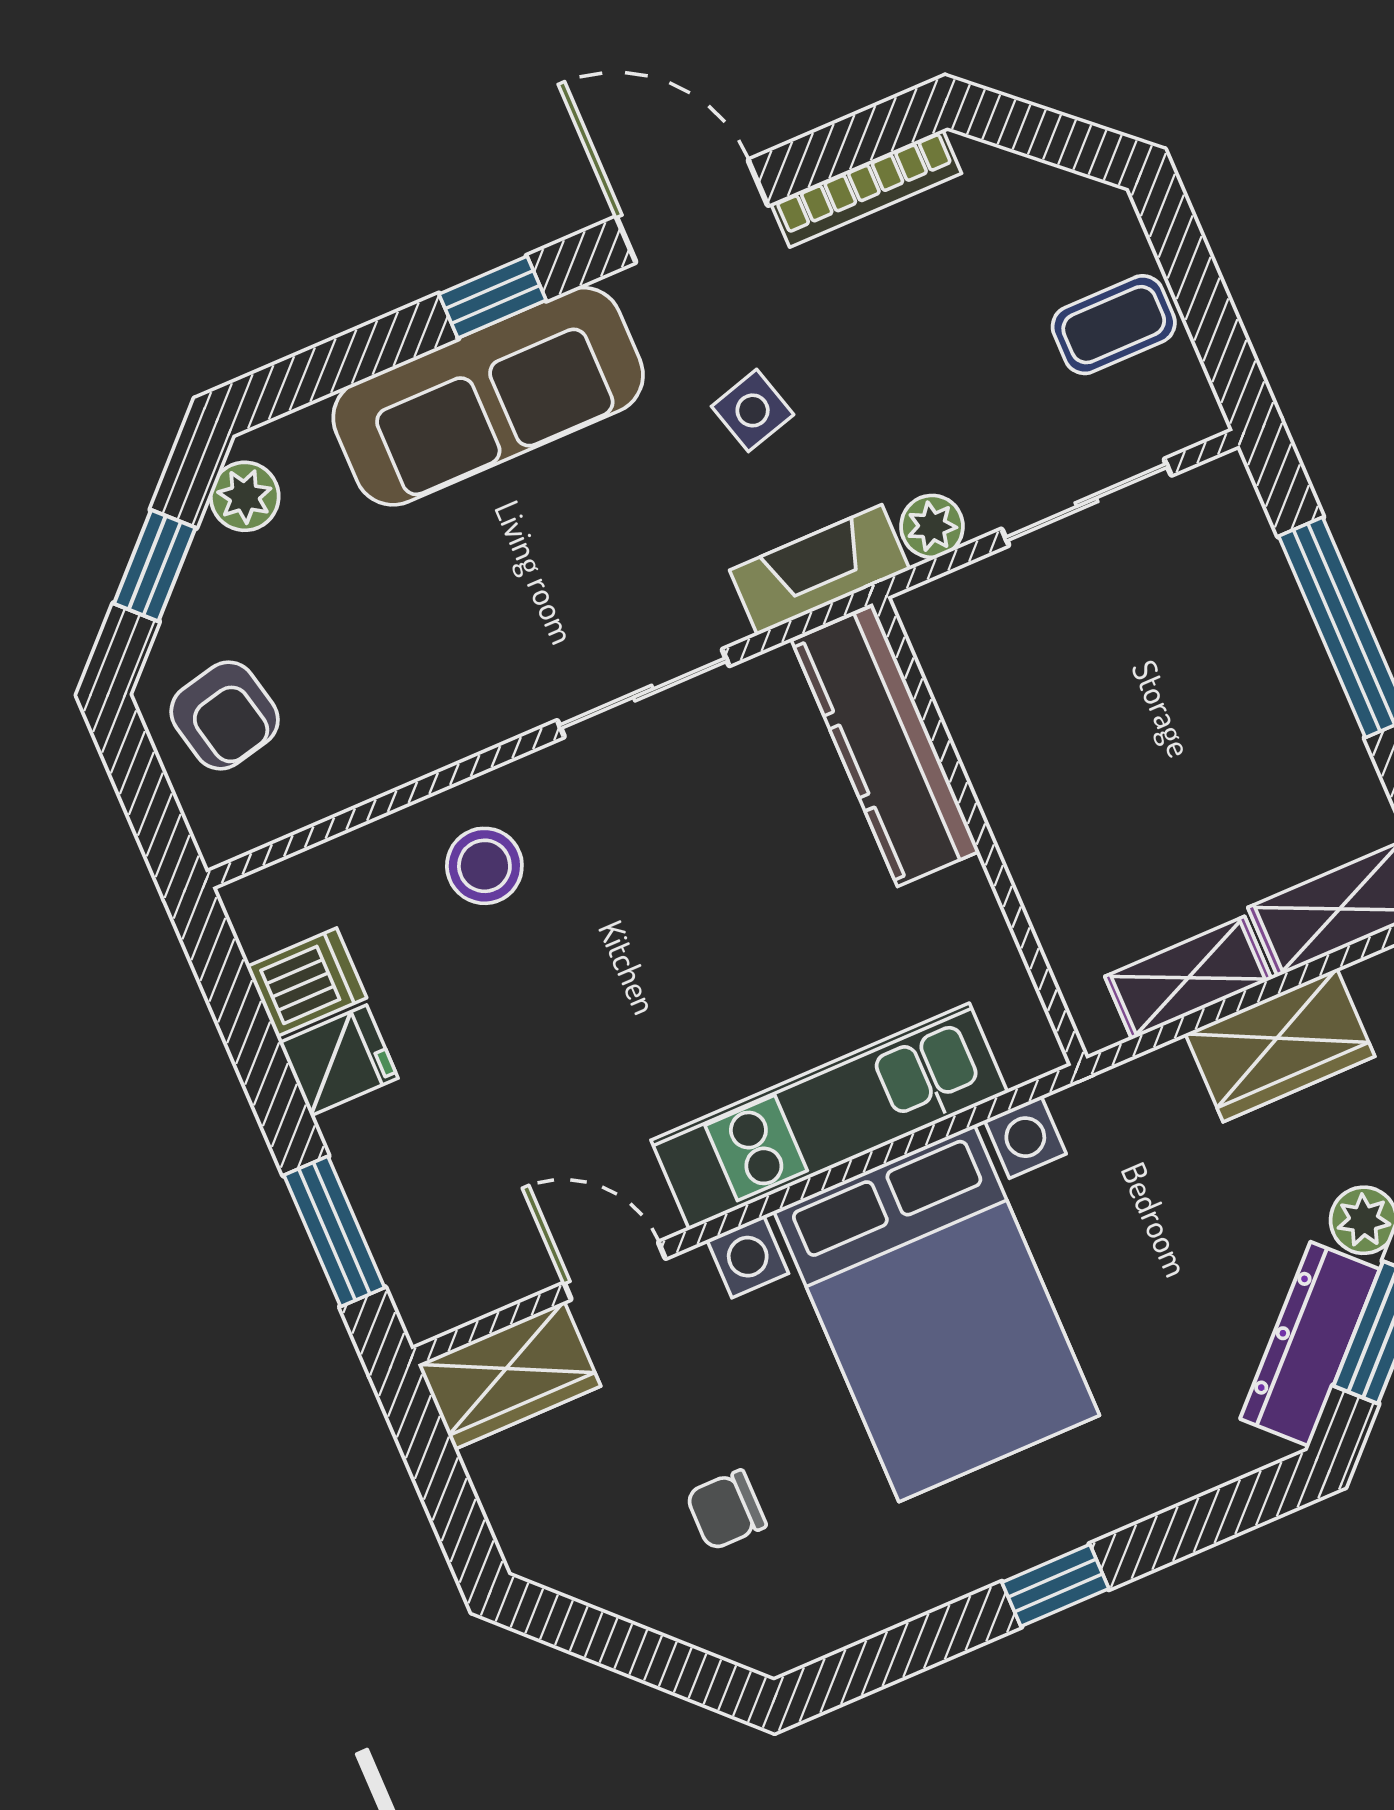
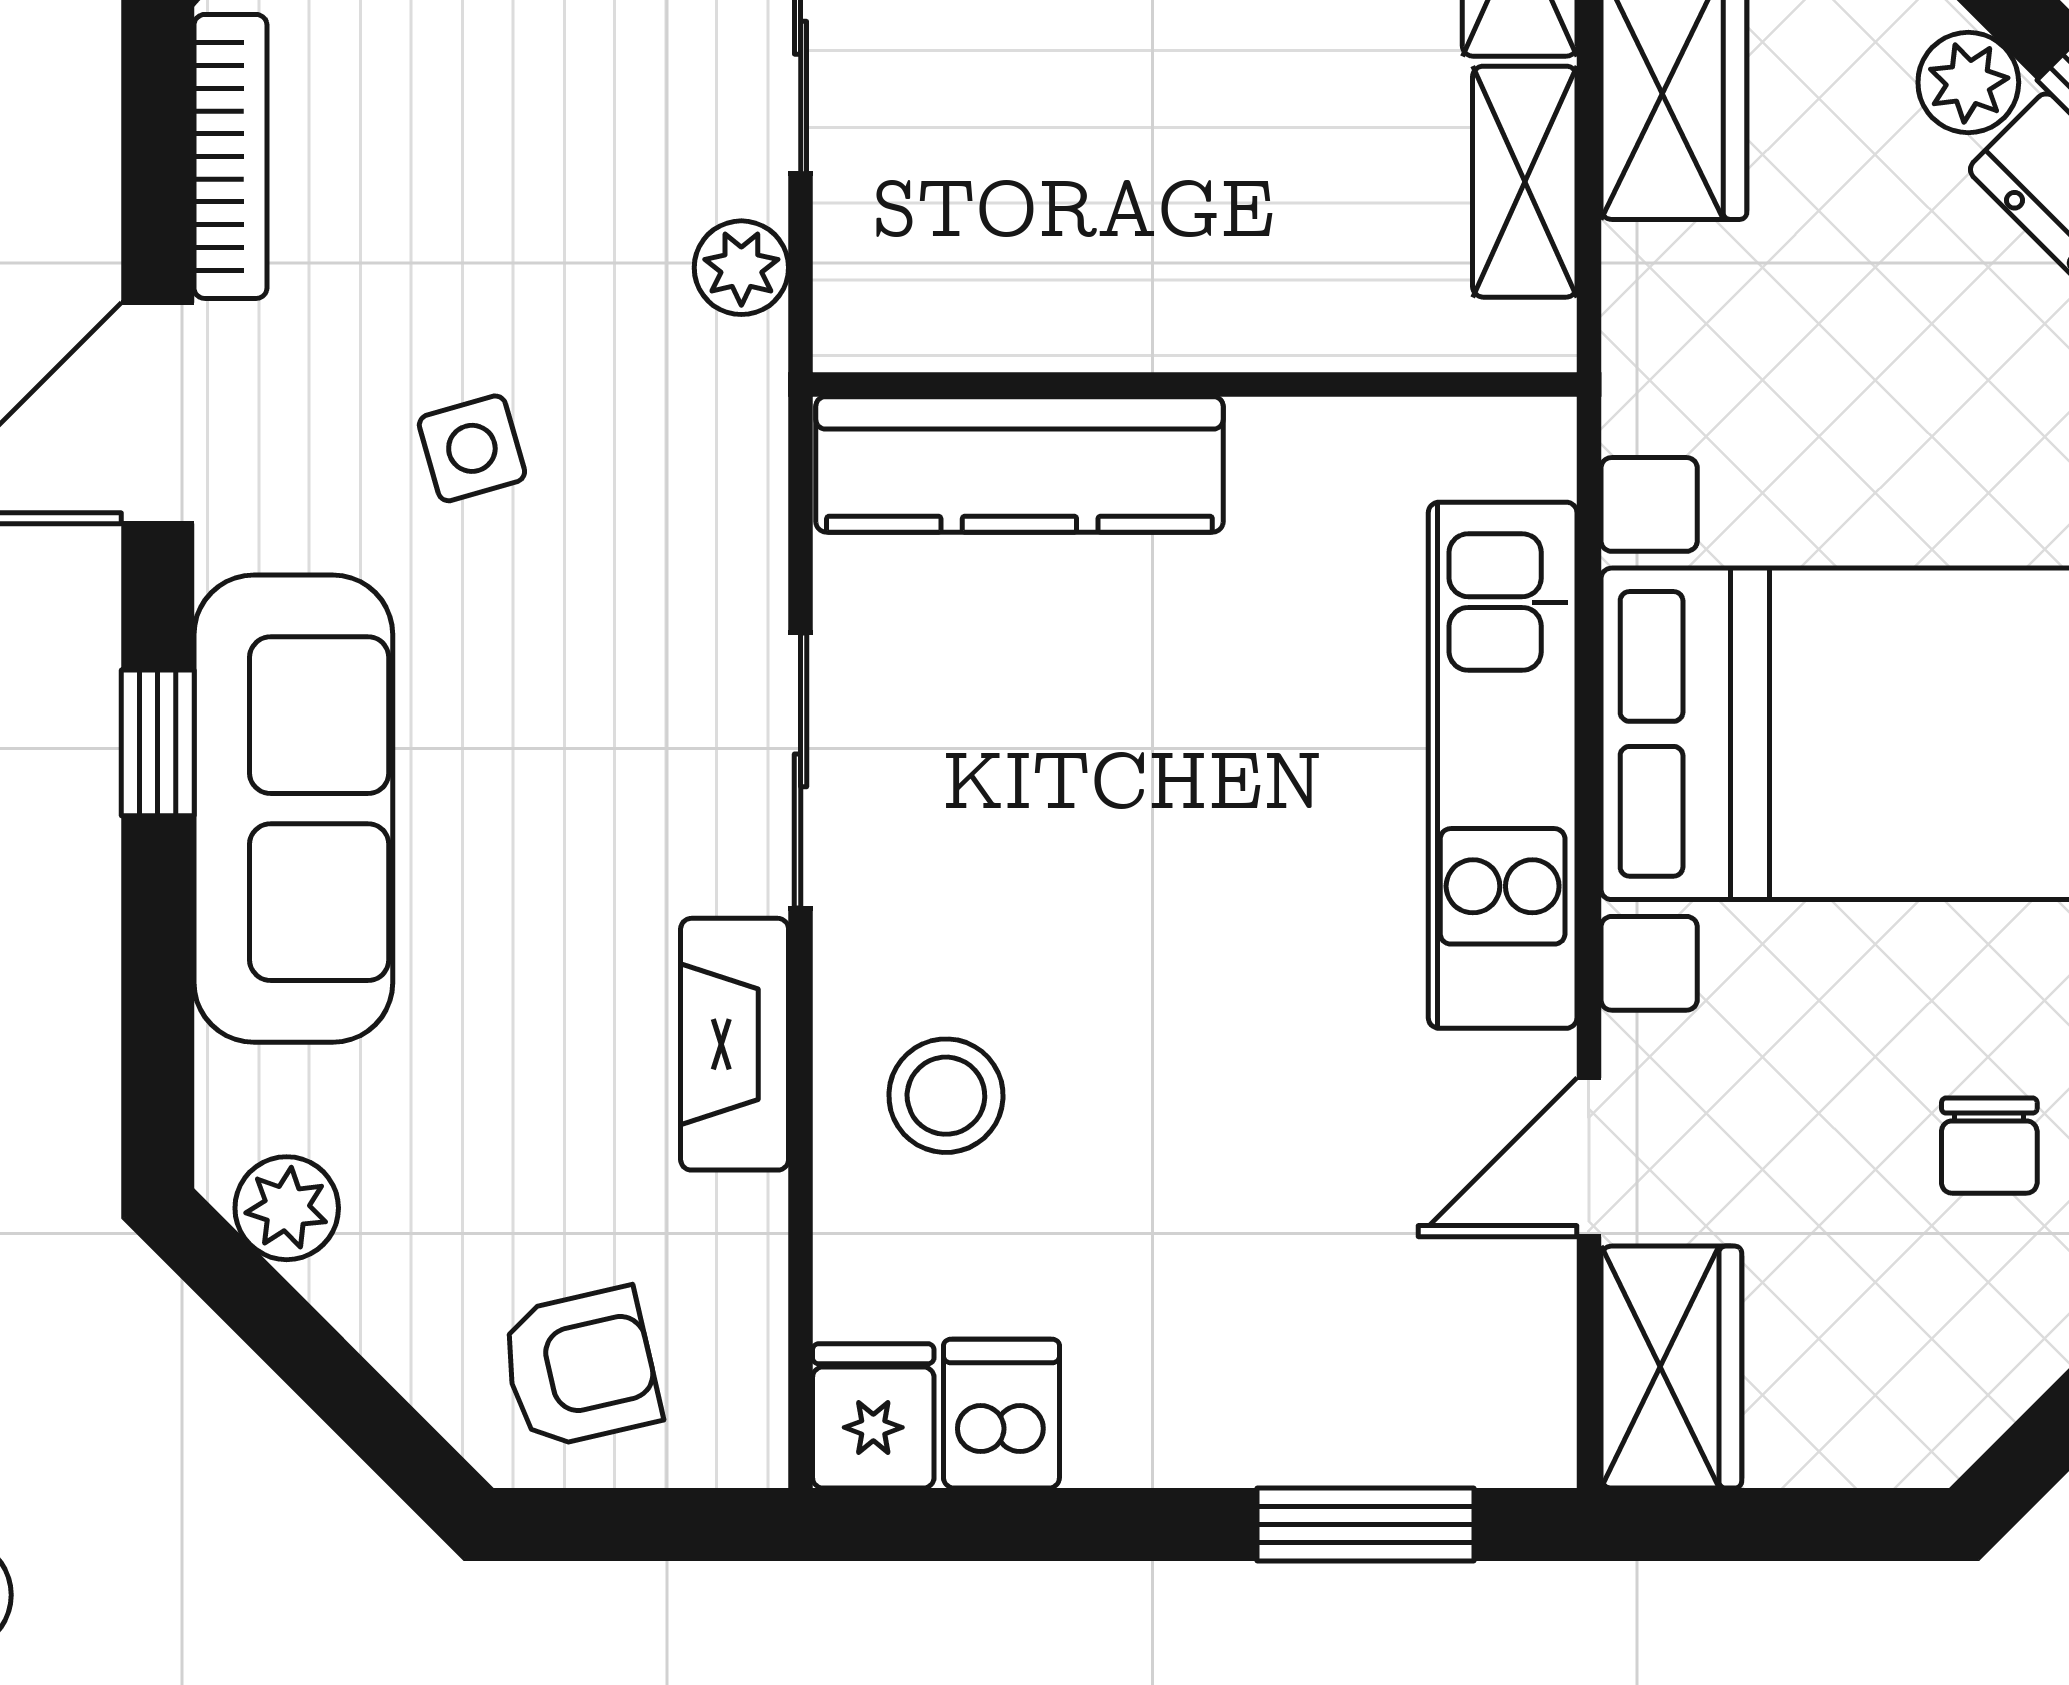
window: (155, 566) -> (329, 1375), removed
fireplace: (820, 570) -> (735, 1044), moved
fridge: (339, 1060) -> (873, 1416), moved

